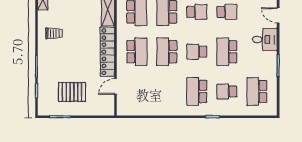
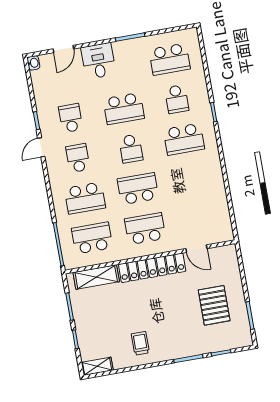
school desk: (167, 52) -> (138, 189), turned 180

